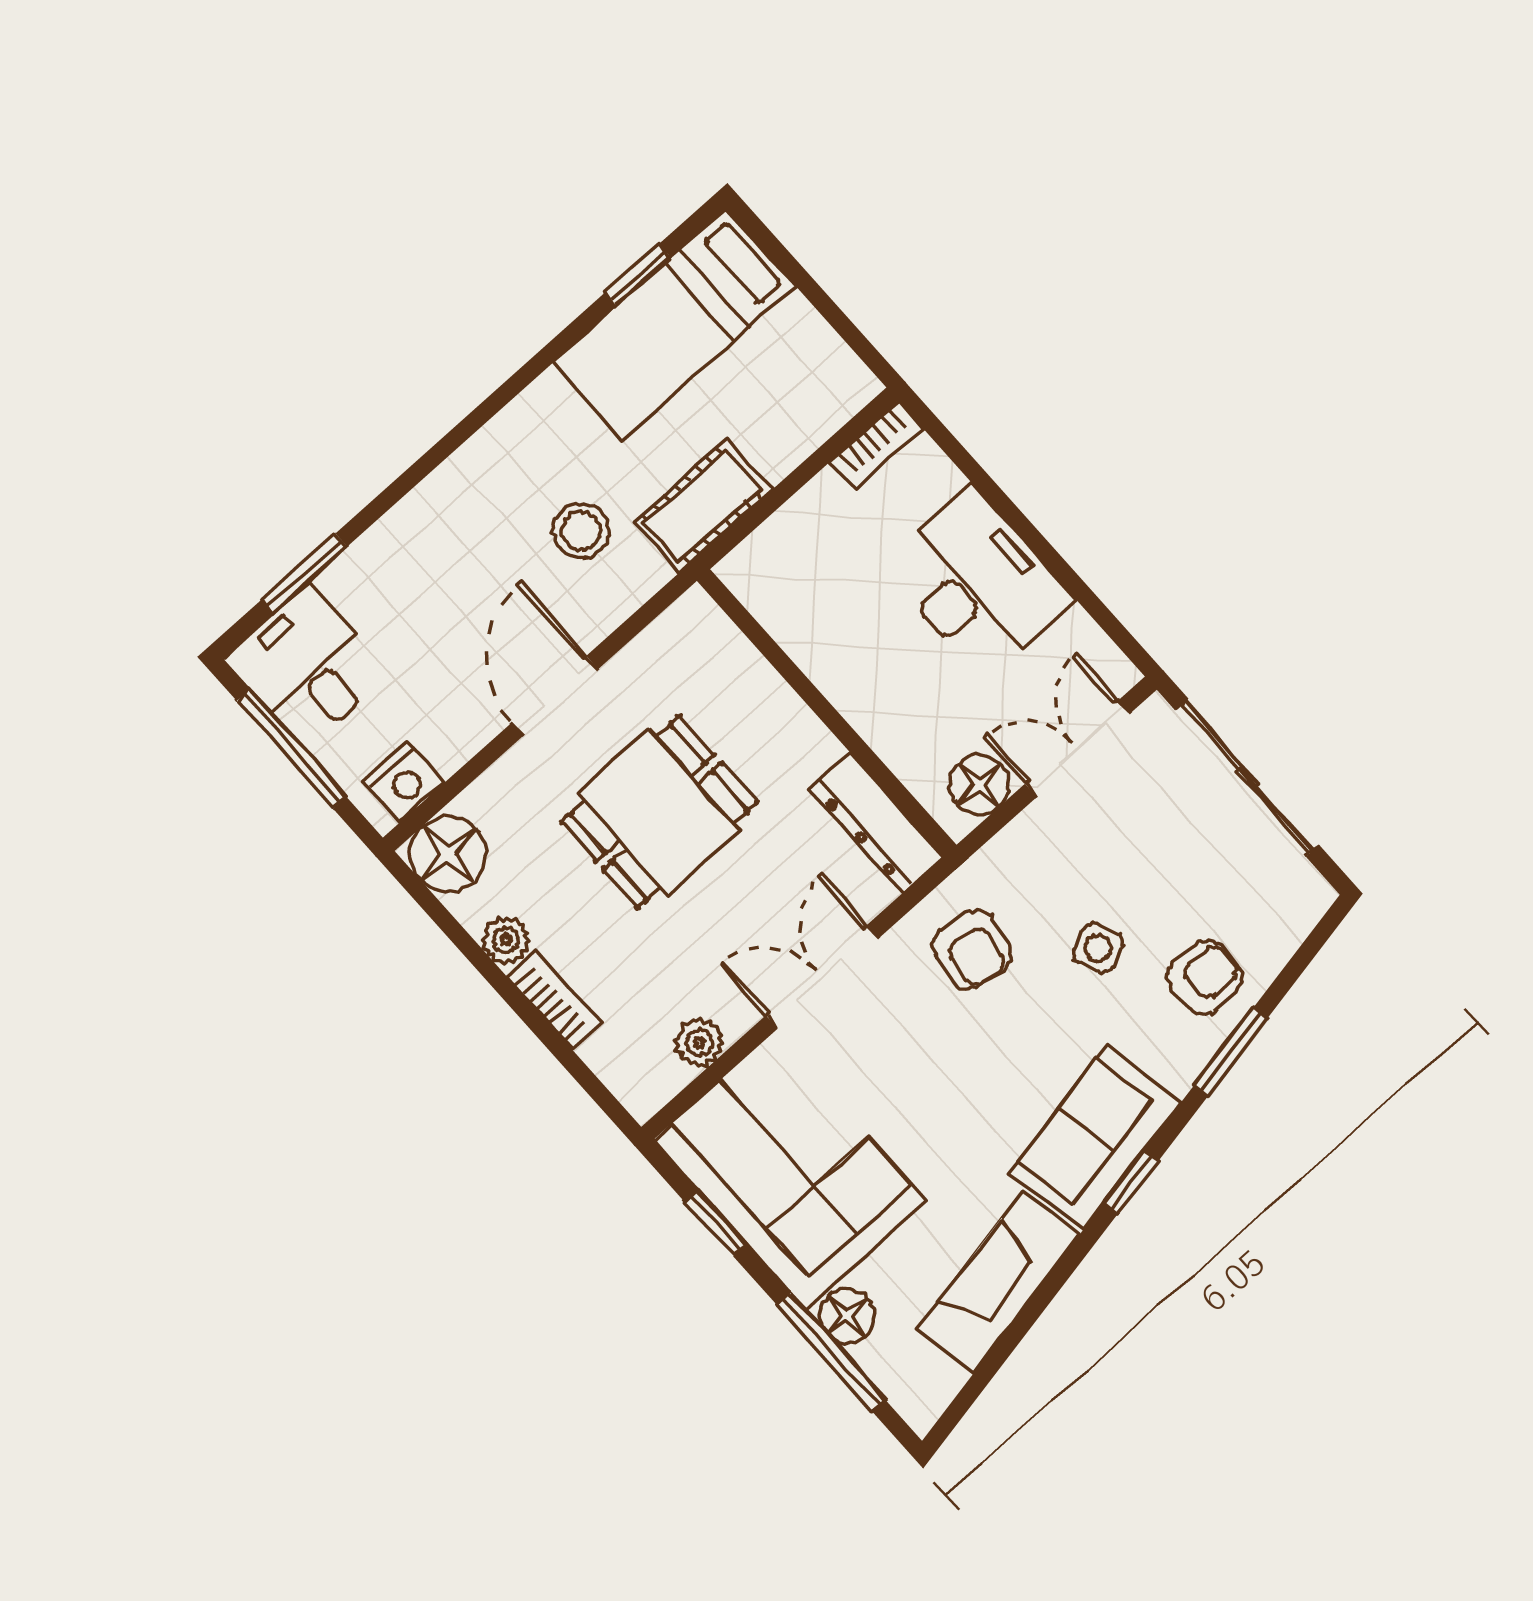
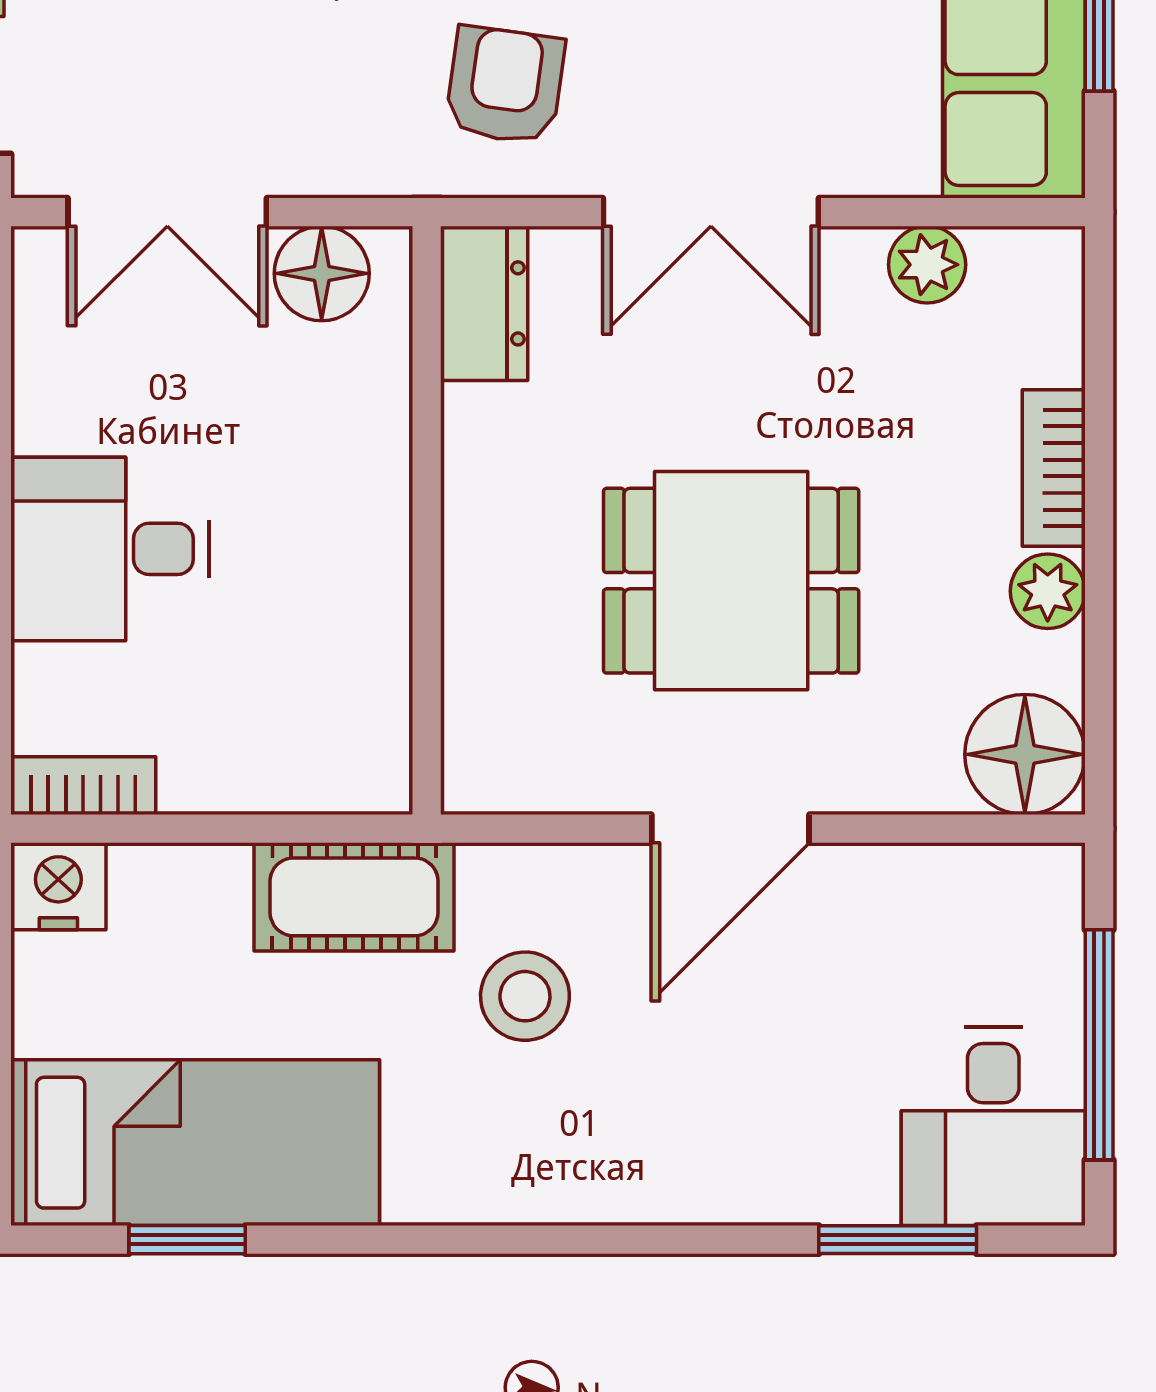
desk: (978, 583) -> (110, 549), width x0.73
nightstand: (404, 782) -> (58, 886), moved
dresser: (876, 823) -> (484, 303), width x0.70

